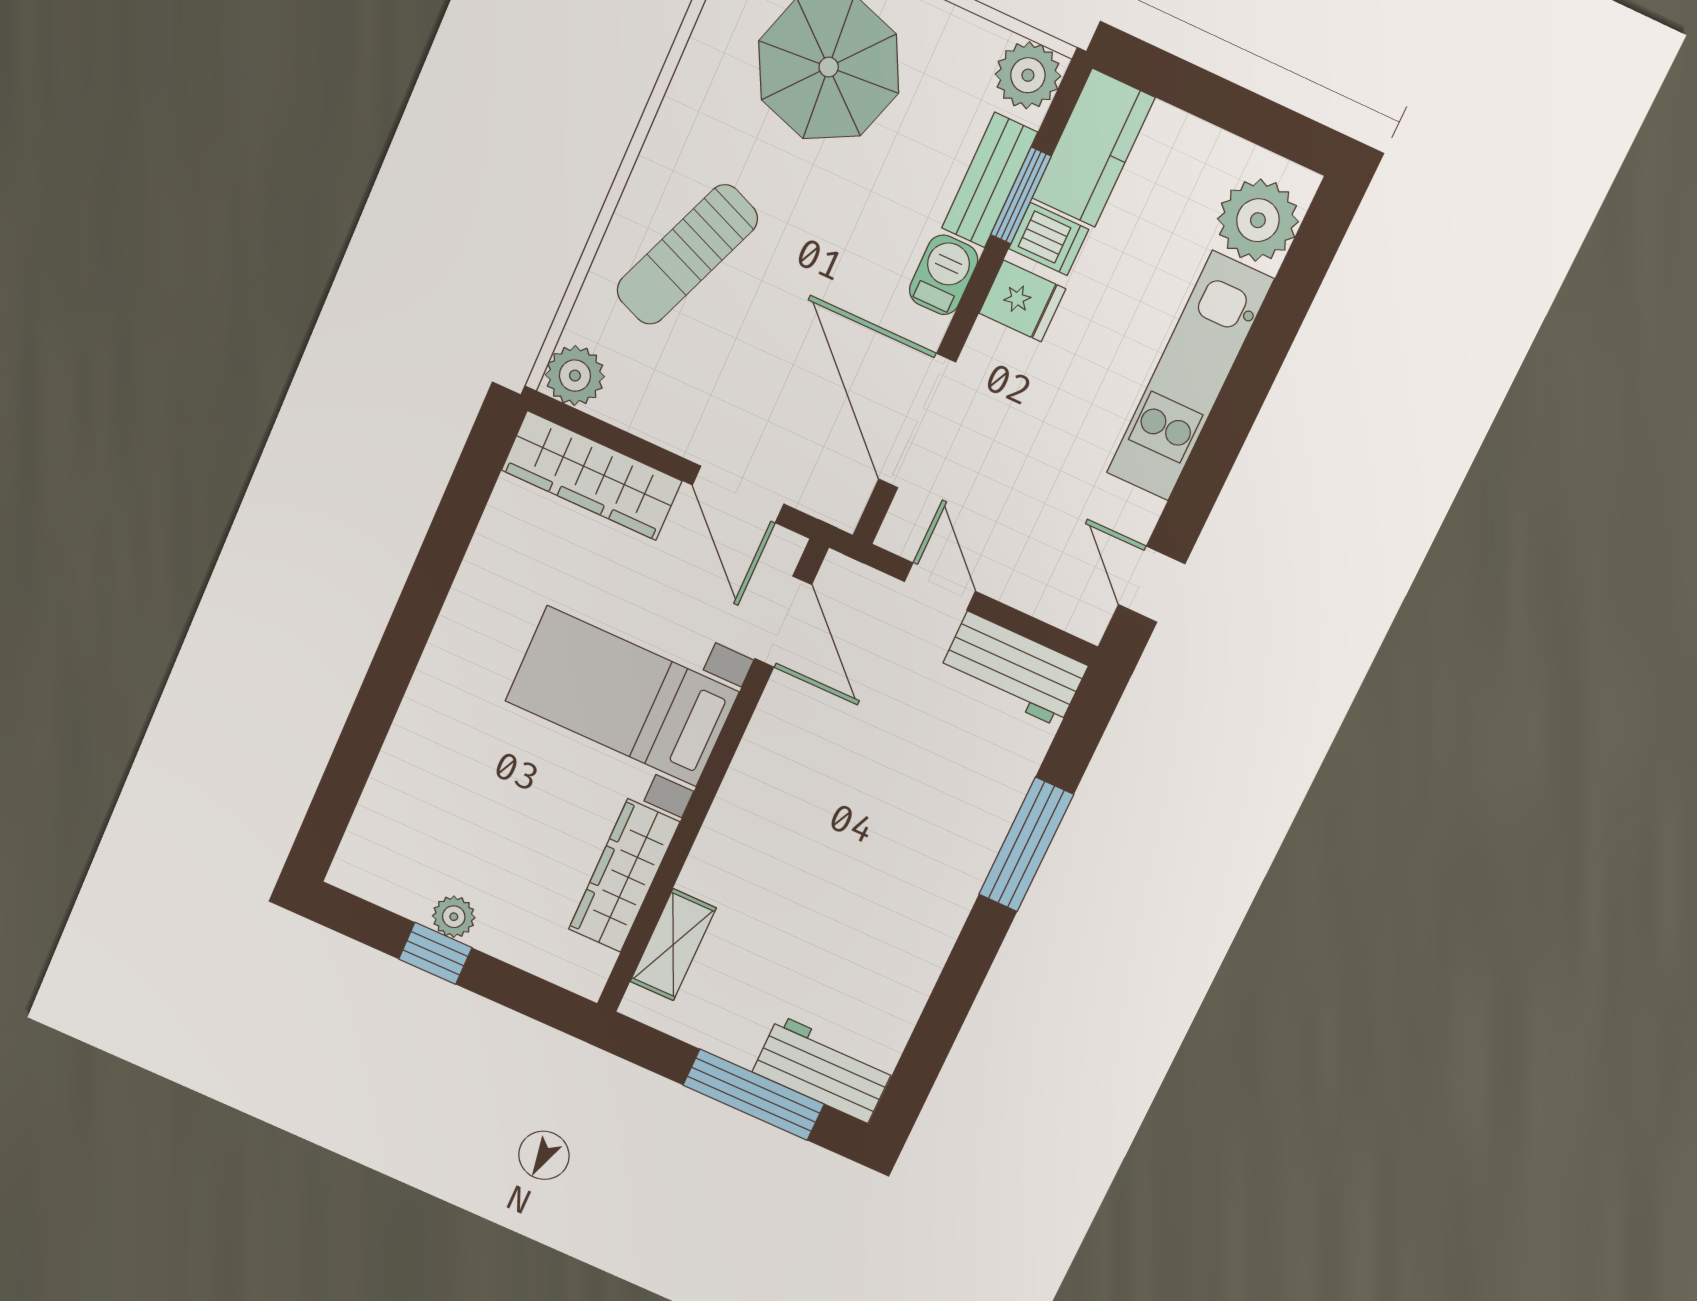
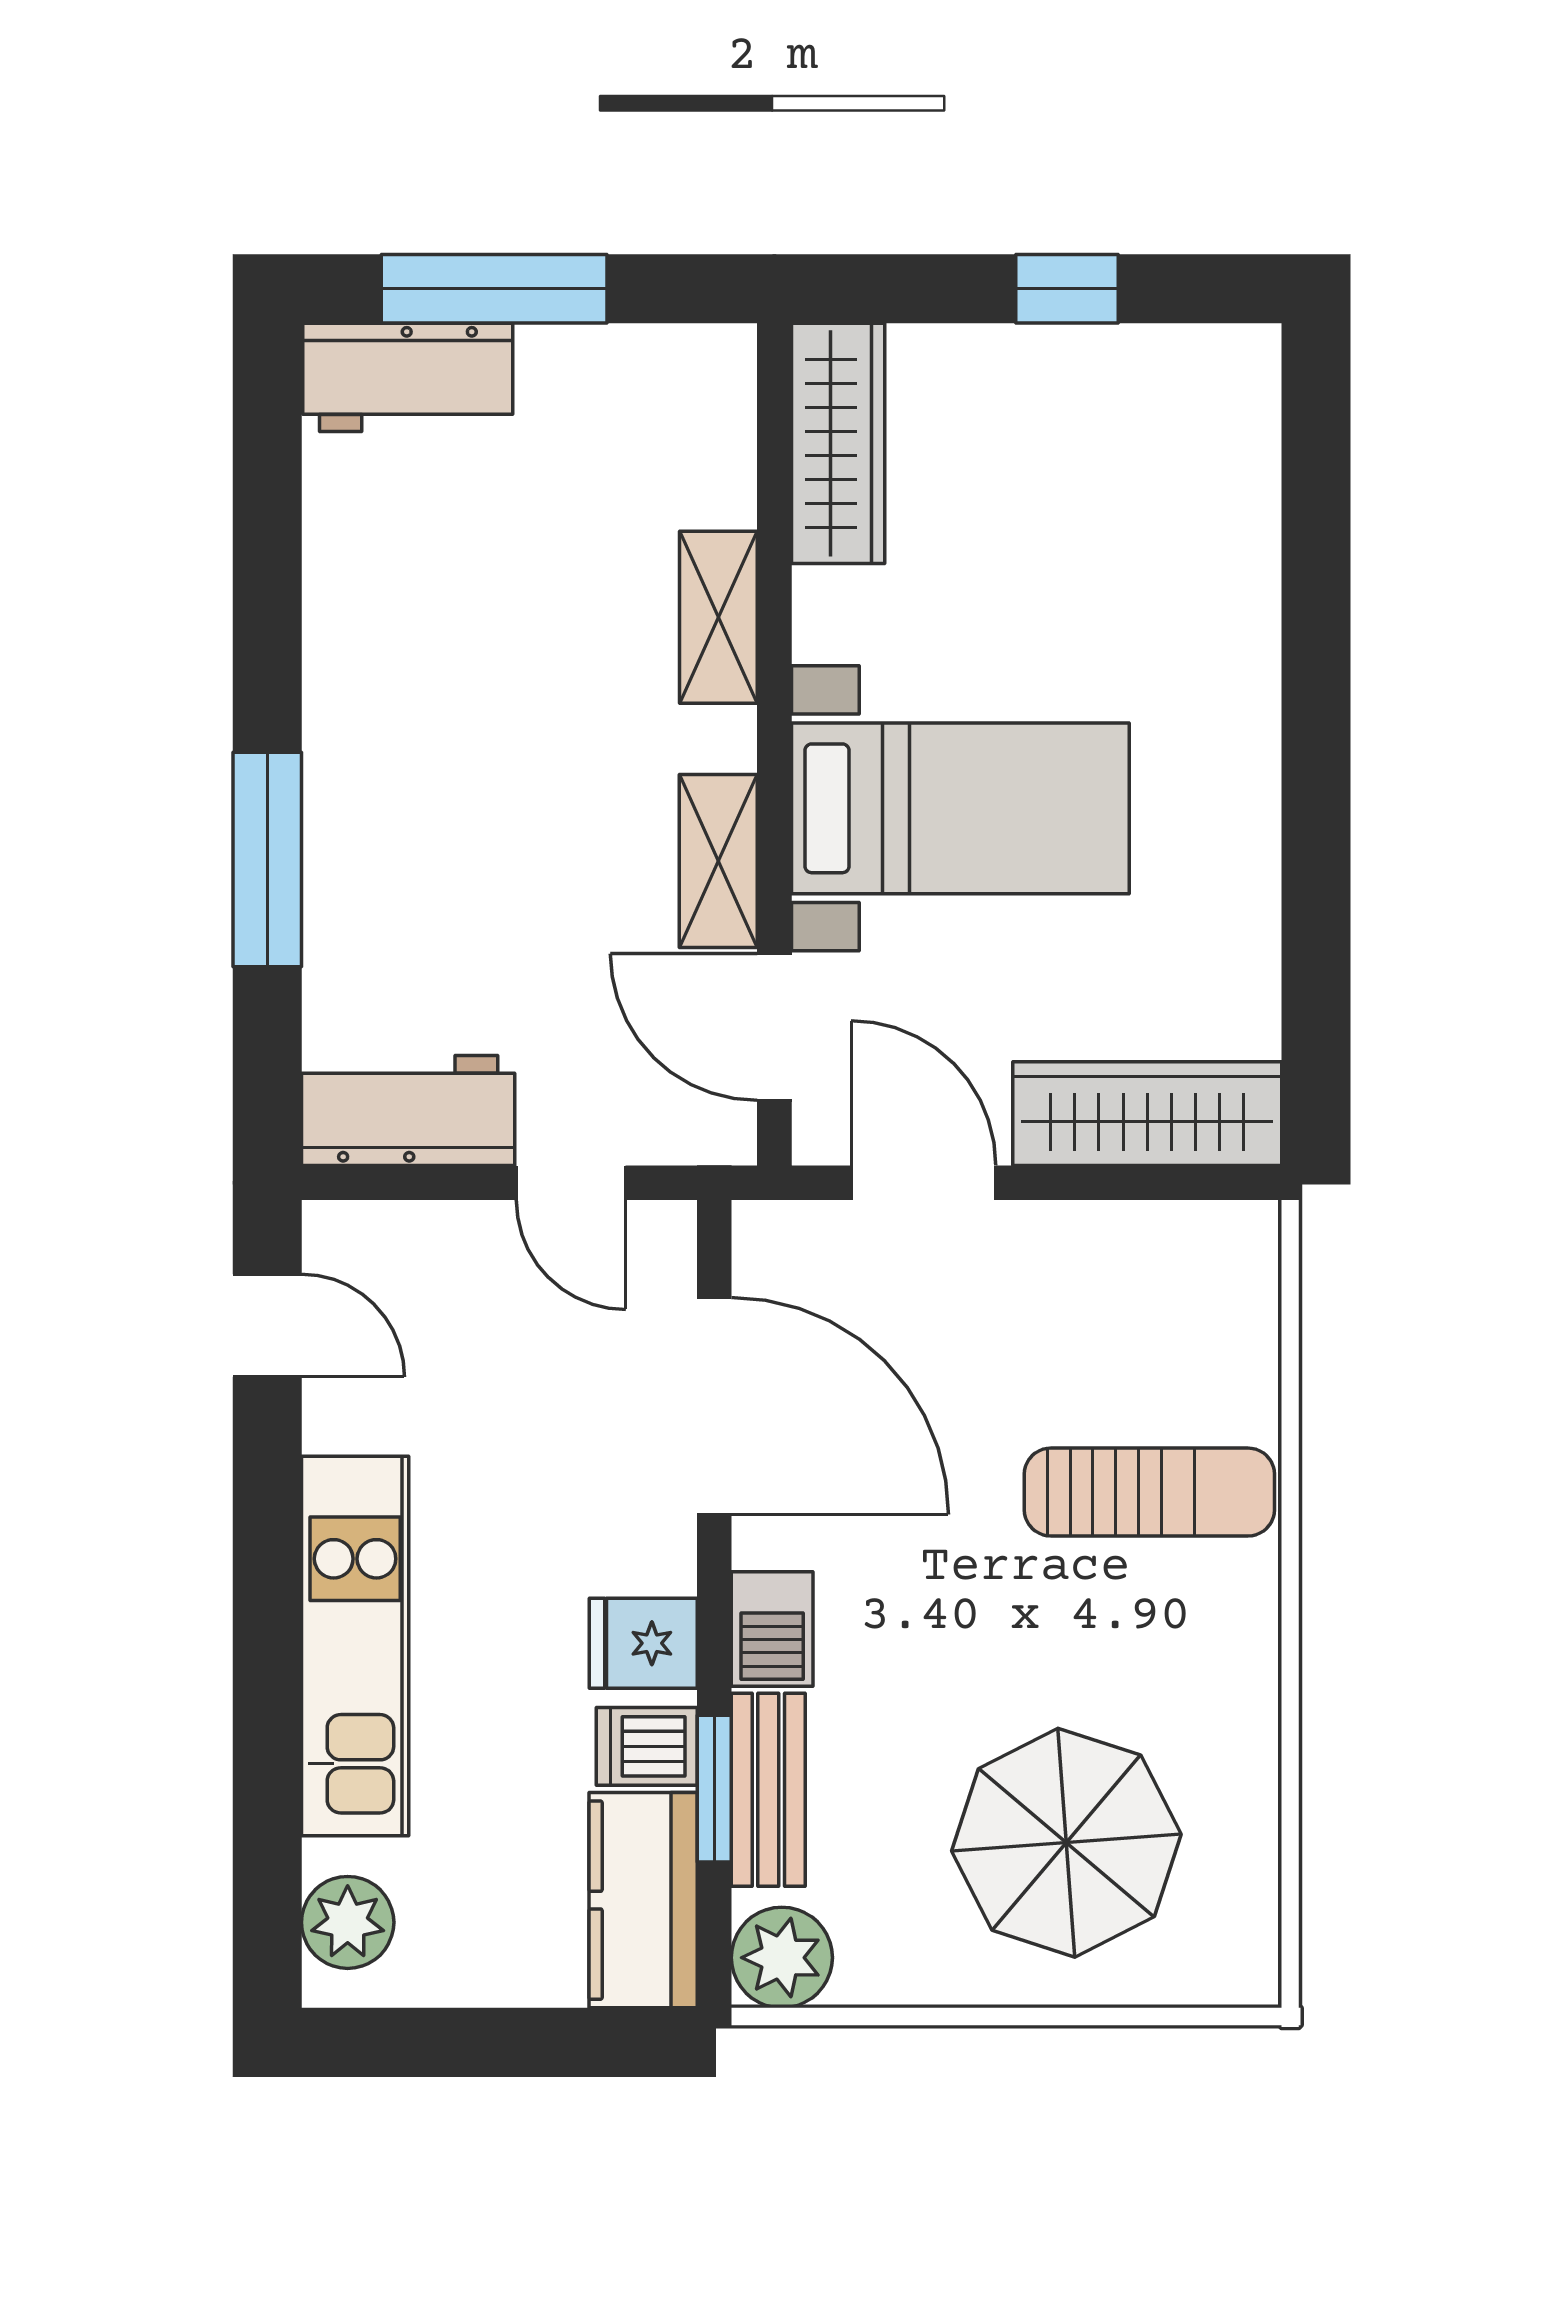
plant: (1258, 220) -> (348, 1922), width x0.73, depth x0.73
sun lounger: (687, 255) -> (1149, 1492), turned 68
plant: (575, 376) -> (1234, 1247), removed
shelving: (773, 729) -> (718, 861), added
wardrobe: (624, 876) -> (838, 443), moved
plant: (454, 917) -> (1064, 358), removed
shelving: (673, 945) -> (718, 617), moved

